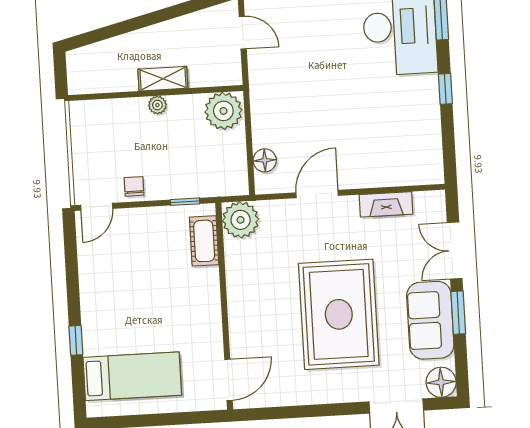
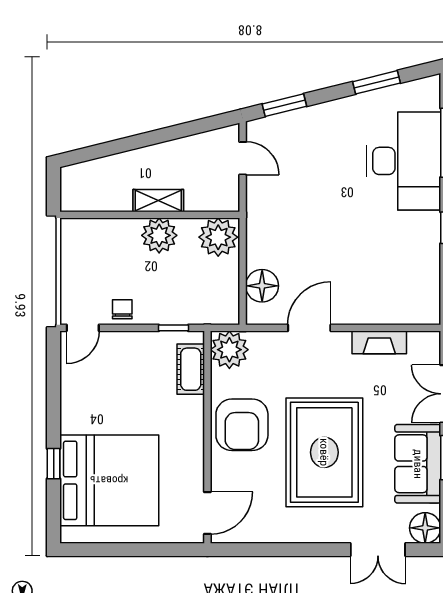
plant: (157, 105) -> (159, 235), width x1.88, depth x1.88
floor lamp: (265, 160) -> (262, 286), width x1.38, depth x1.38
armchair: (257, 292) -> (242, 425), added
bed: (132, 376) -> (109, 480), width x2.04

